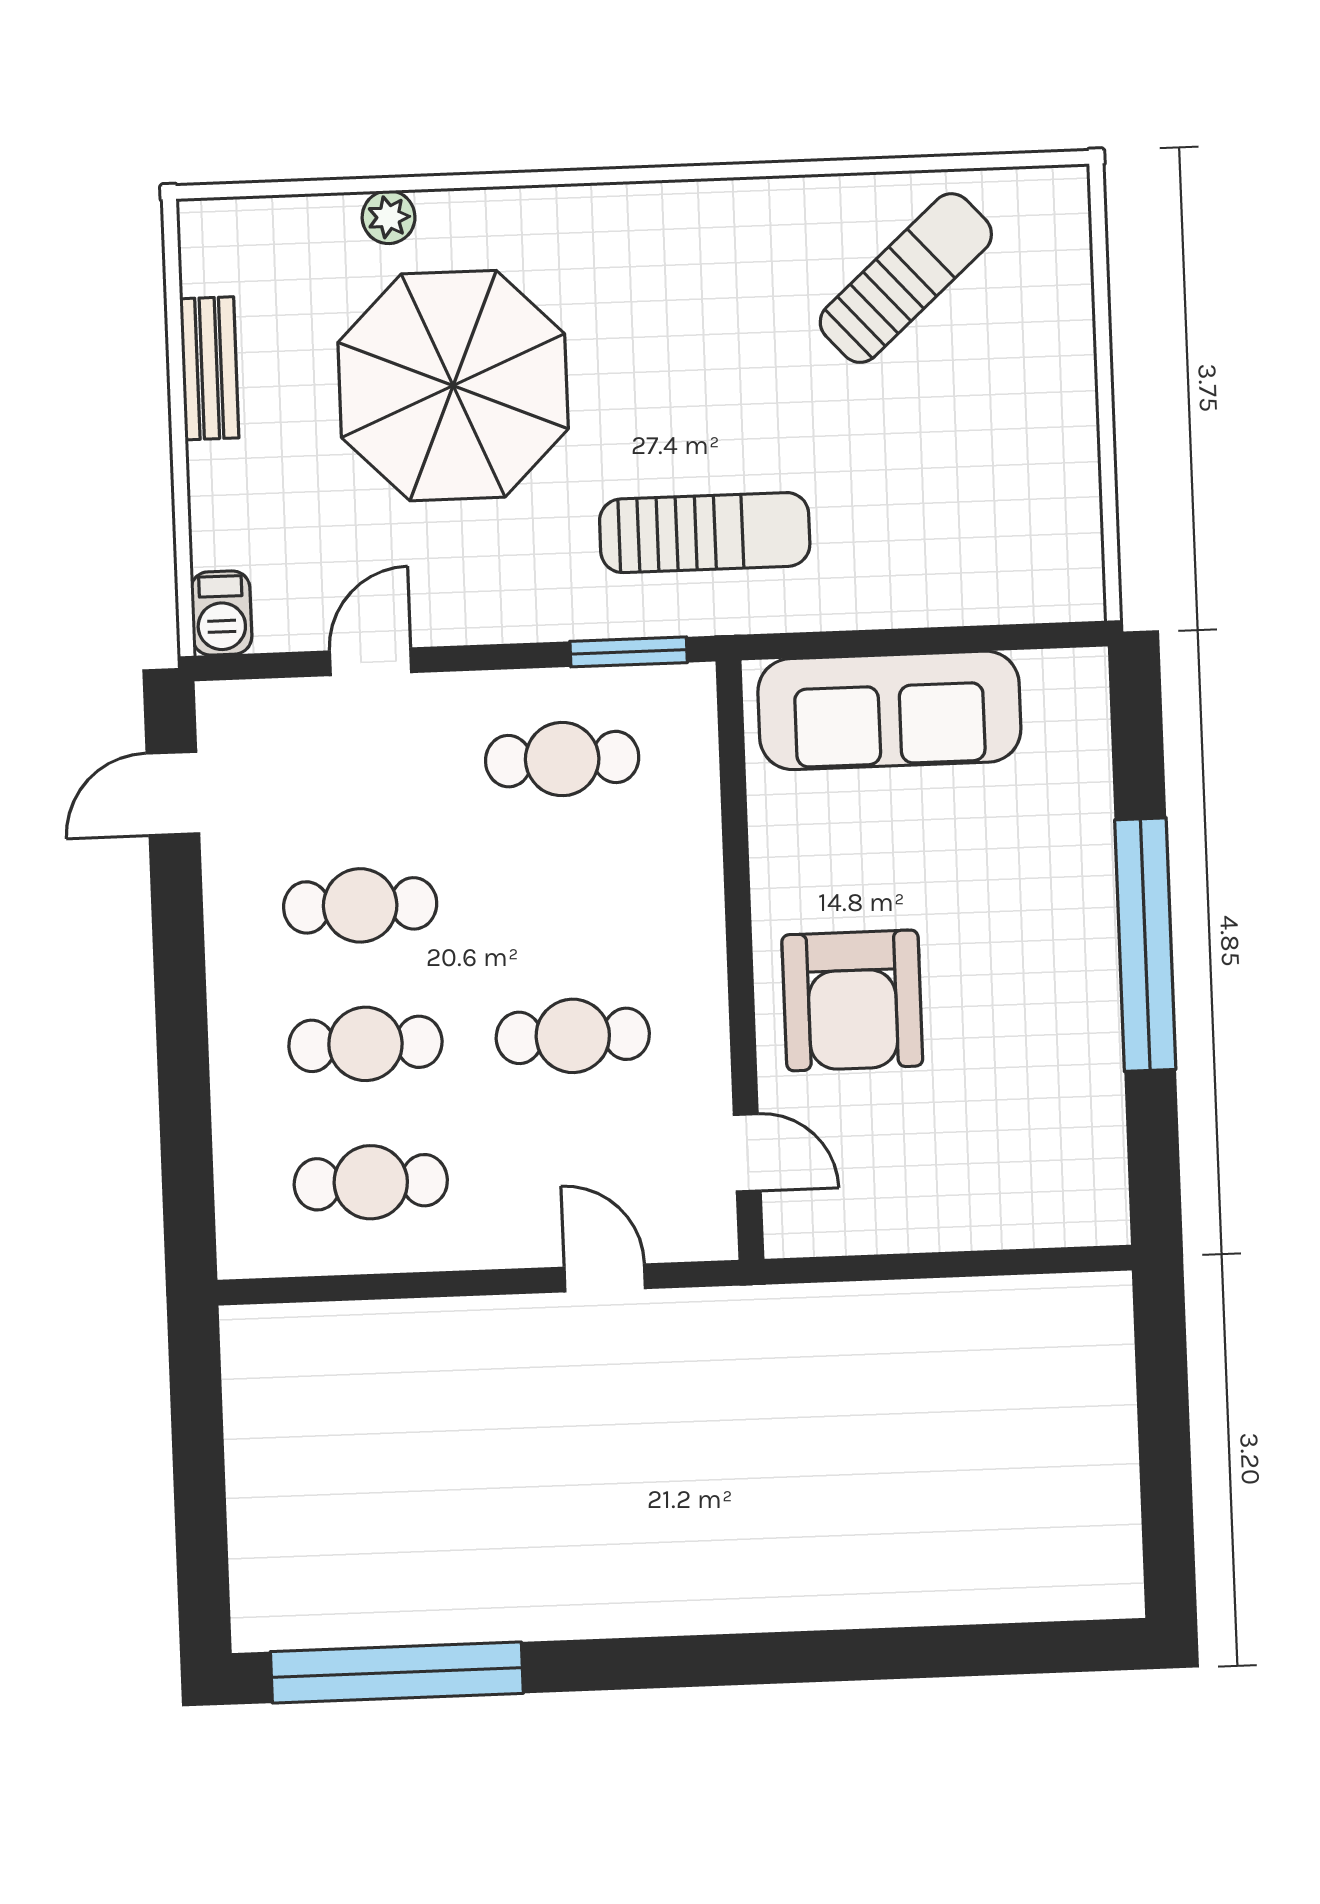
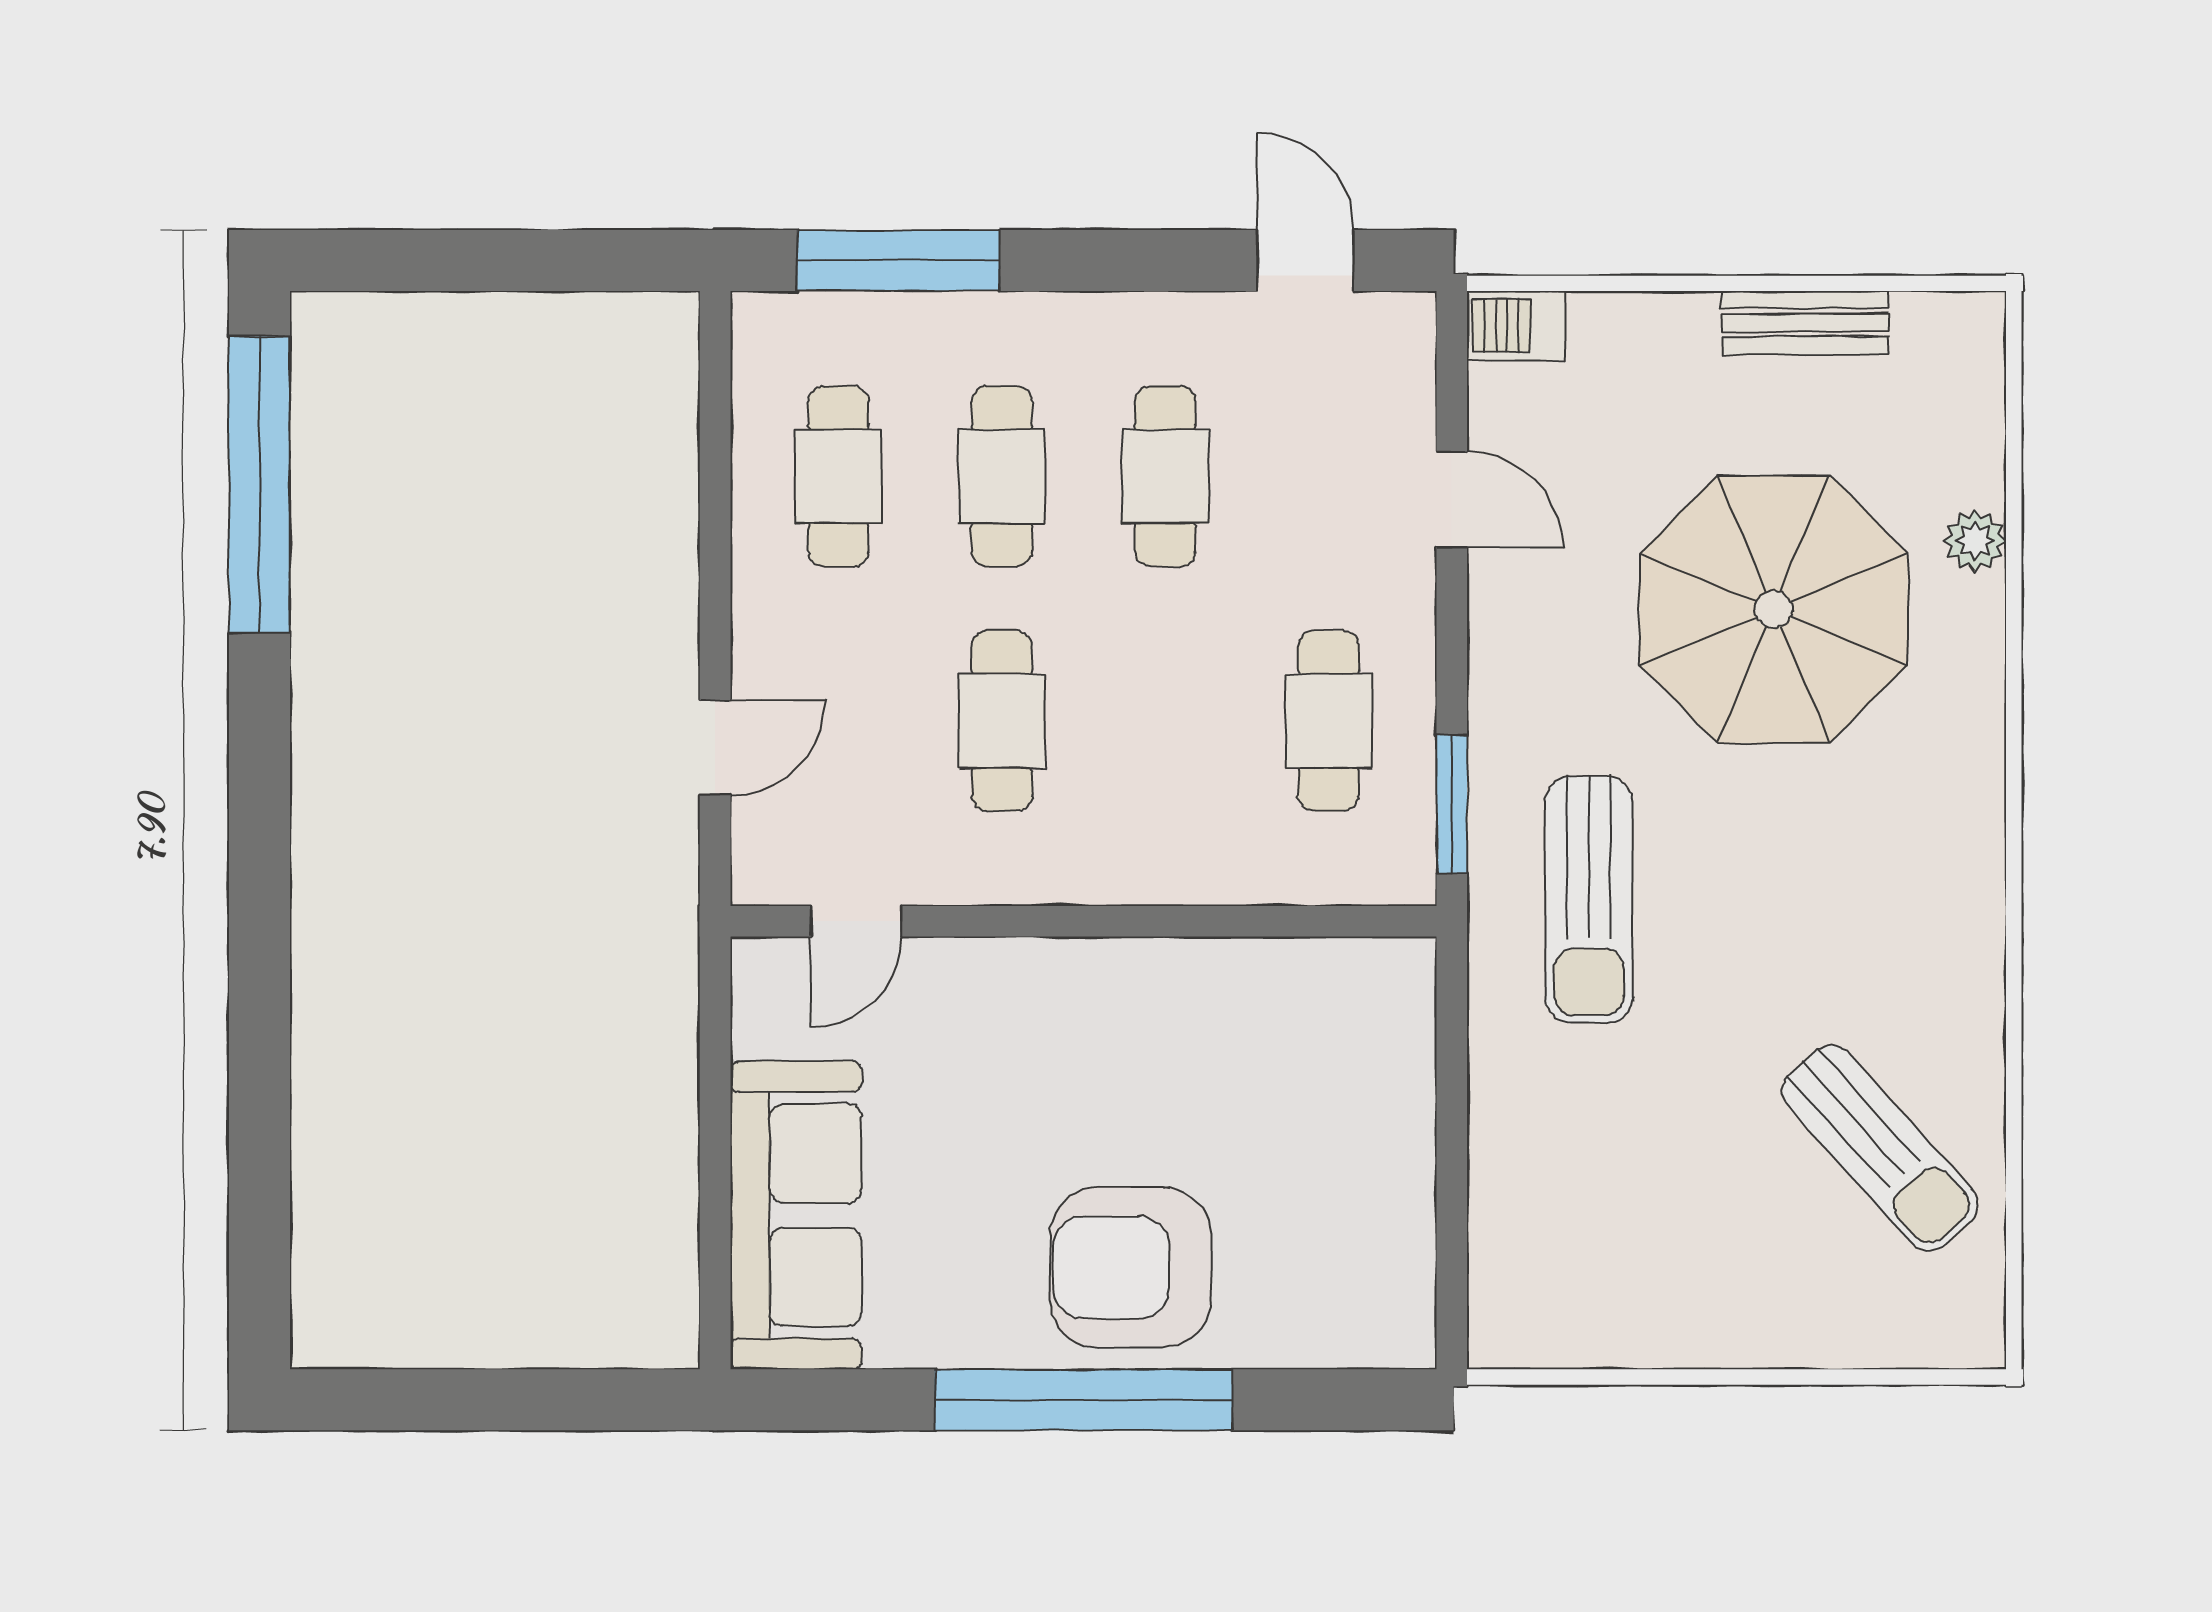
sofa: (889, 710) -> (796, 1215), moved, turned 180
armchair: (852, 1000) -> (1130, 1267), moved
window: (186, 1138) -> (898, 261), added

